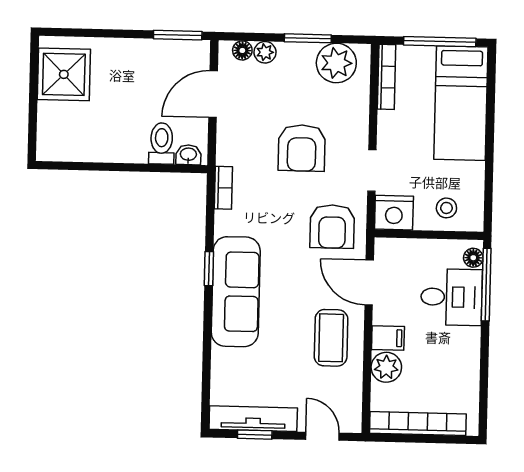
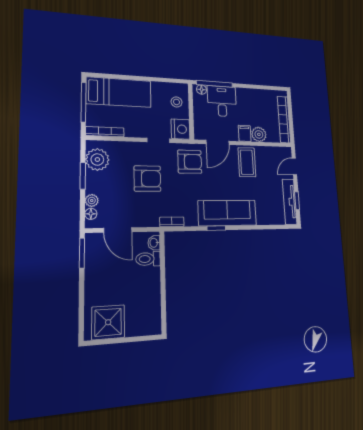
coffee table: (331, 338) -> (247, 162), turned 90

